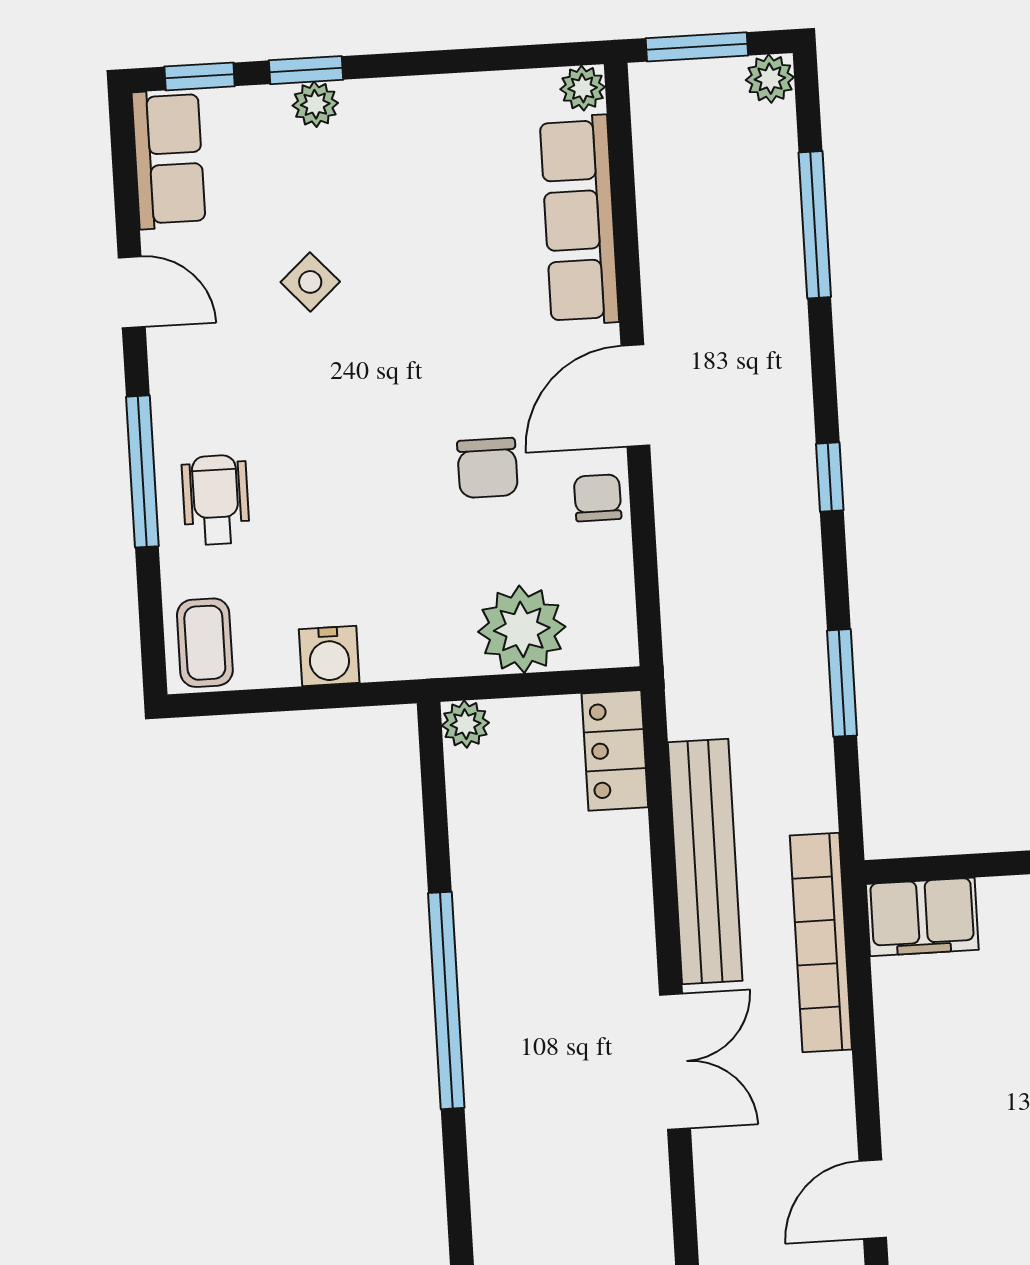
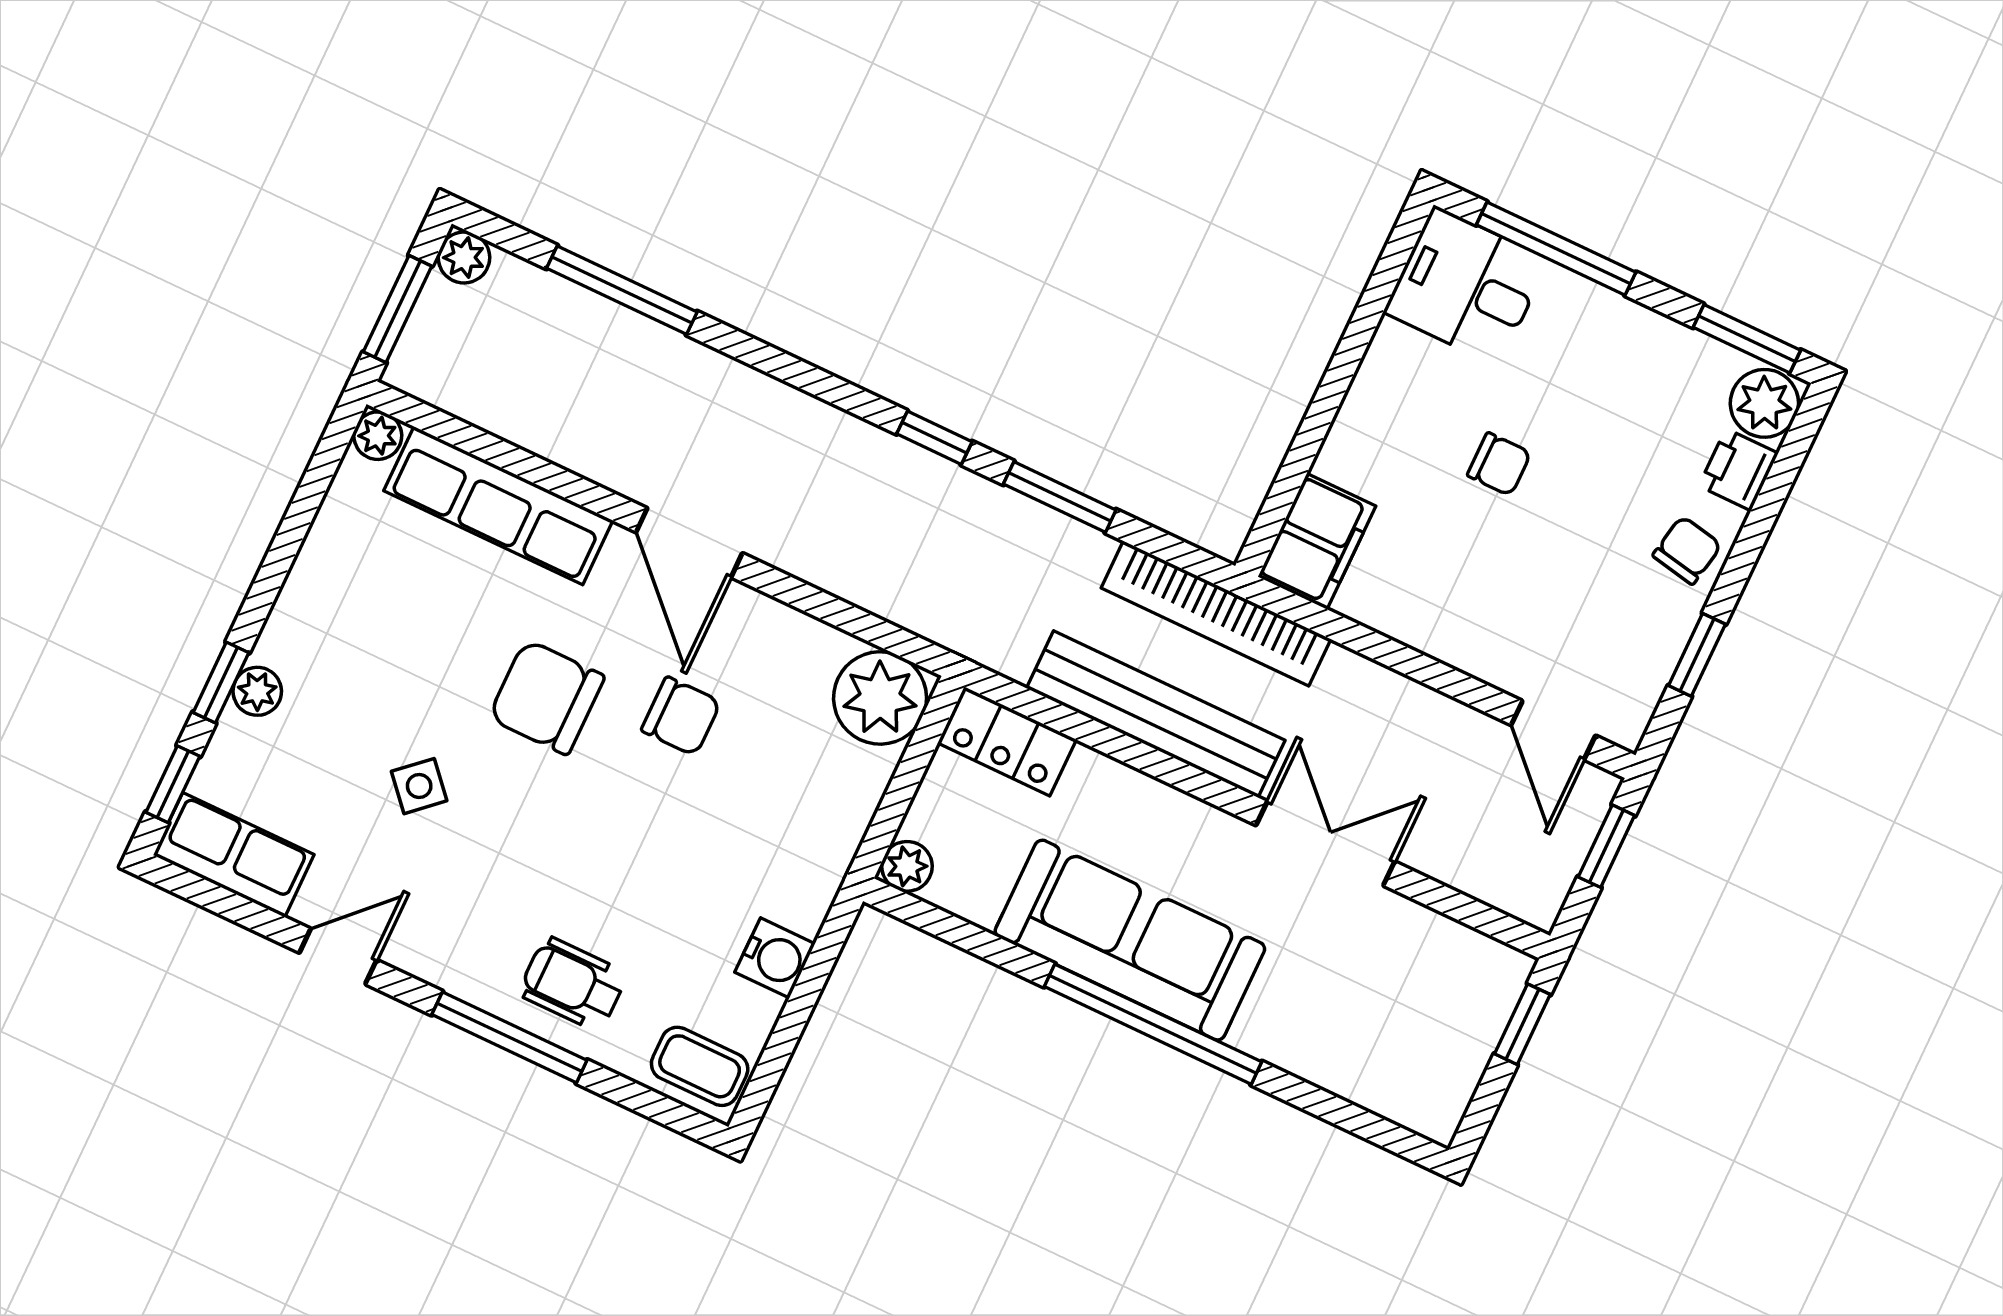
window: (830, 477) -> (934, 438), moved
chair: (598, 498) -> (546, 697), moved, width x1.87, depth x1.87
plant: (522, 629) -> (880, 698), moved
sofa: (506, 943) -> (1130, 940), added
bookcase: (821, 943) -> (1216, 614), moved

